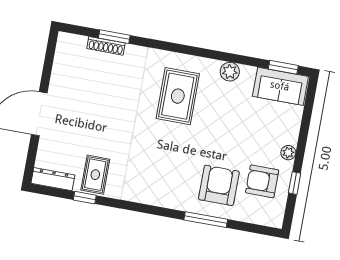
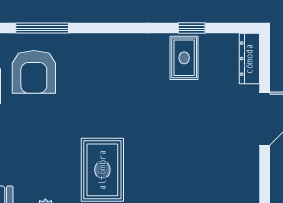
dresser: (53, 179) -> (249, 59), moved, turned 90

